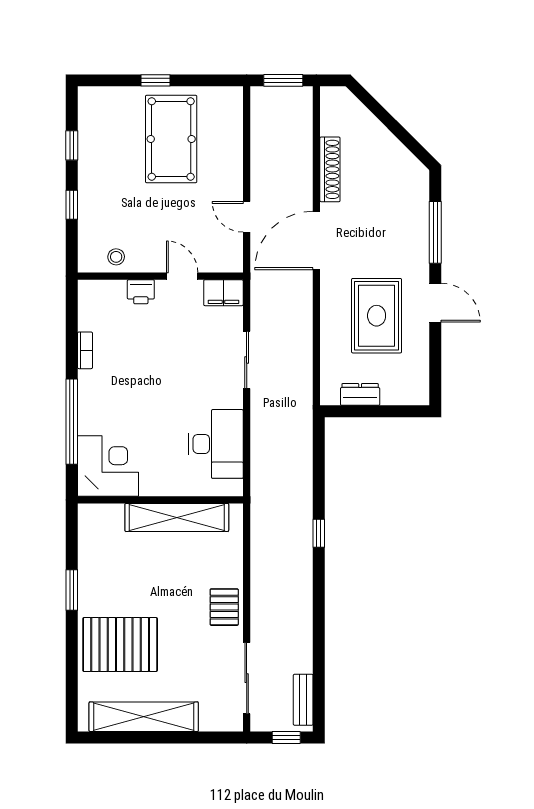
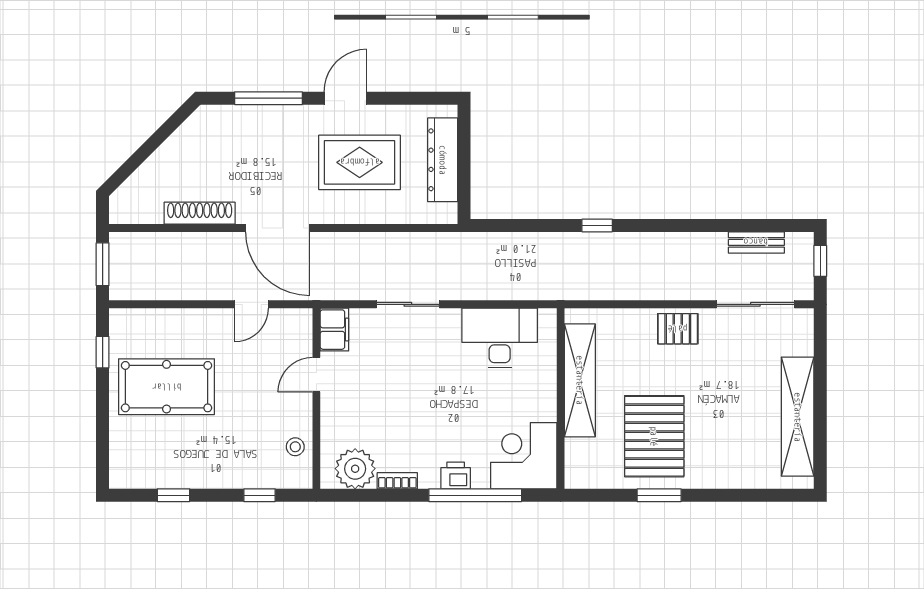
window: (155, 80) -> (103, 352), moved
window: (72, 205) -> (260, 495), moved
printer: (141, 292) -> (456, 475), moved, turned -90
plant: (96, 312) -> (355, 469), added
dresser: (360, 394) -> (443, 160), width x1.96, depth x1.24
pallet: (120, 645) -> (654, 436), moved
bench: (303, 700) -> (756, 242), moved

